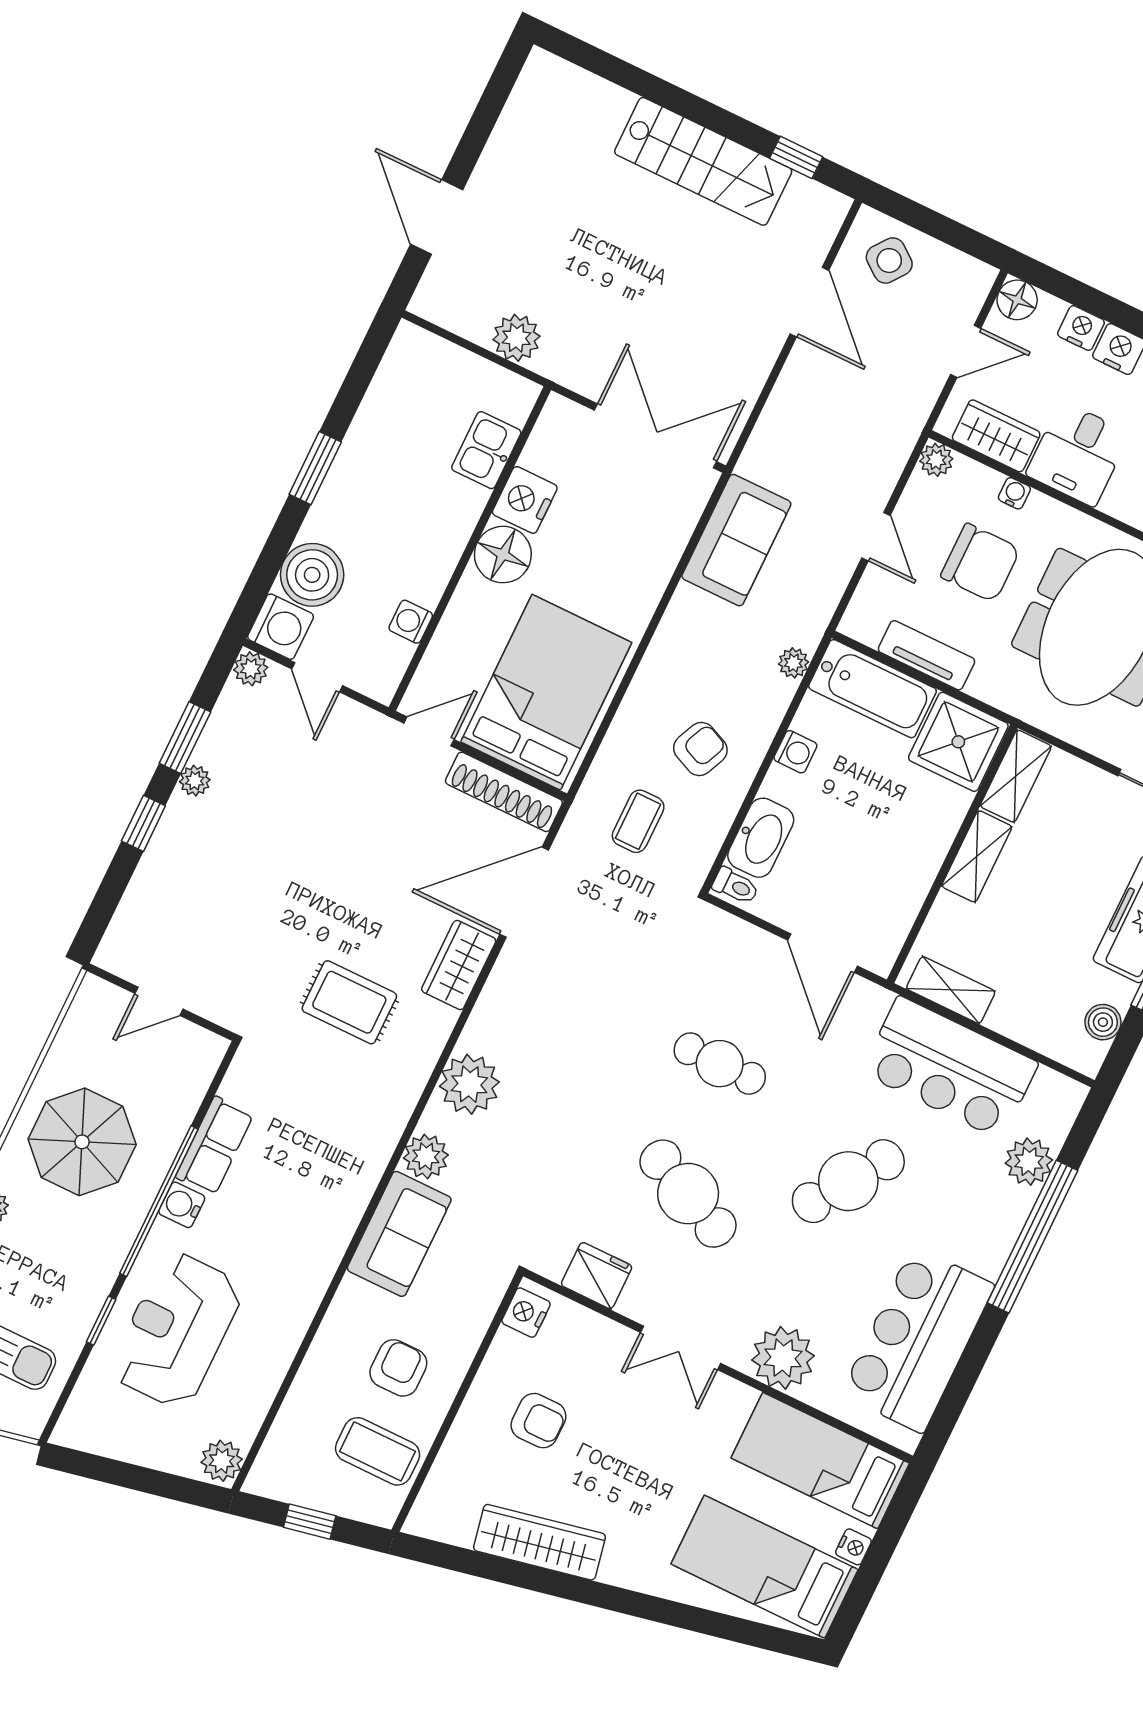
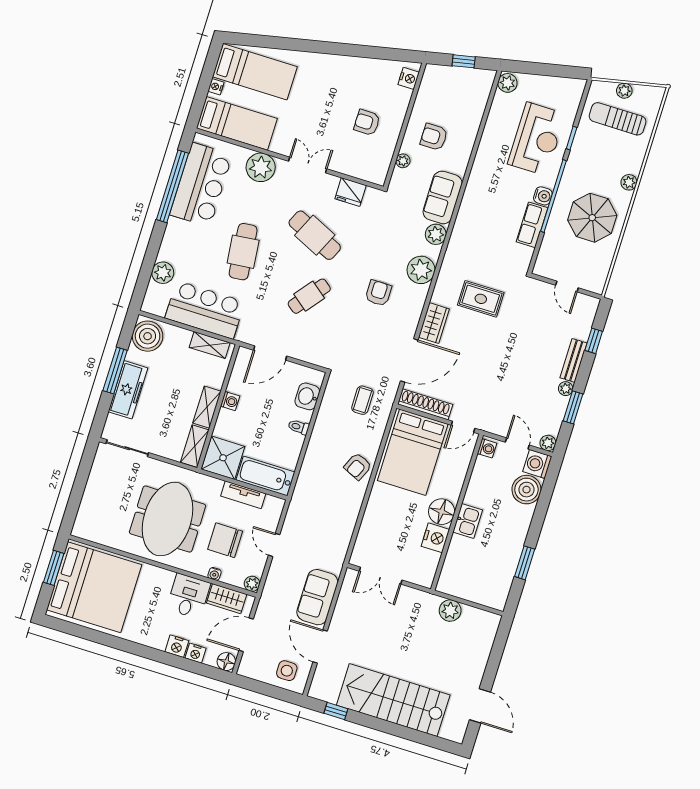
stairs: (703, 161) -> (393, 700), width x1.36, depth x1.51
door: (437, 217) -> (480, 706), moved
side table: (889, 261) -> (287, 671), turned -37
door: (966, 351) -> (246, 635), width x1.38
double door: (655, 436) -> (381, 576), width x0.73
kitchen sink: (486, 450) -> (468, 521), moved
window: (315, 468) -> (525, 563), moved
sofa: (736, 540) -> (317, 597), moved
washing machine: (411, 622) -> (487, 448), moved
plant: (794, 663) -> (403, 161), moved
armchair: (700, 749) -> (358, 466), moved
washing machine: (795, 752) -> (230, 401), moved, turned 180
window: (143, 823) -> (594, 341), moved
washbasin: (761, 838) -> (307, 396), width x0.72
bench: (169, 839) -> (574, 360), added
toilet: (736, 886) -> (299, 427), moved
door: (823, 953) -> (270, 353), swing flipped
door: (159, 1001) -> (567, 286), swing flipped
boiler: (1103, 1022) -> (148, 336), width x1.86, depth x1.86
armchair: (569, 1048) -> (378, 293), added
cafe table: (720, 1064) -> (309, 296), turned -52
cafe table: (848, 1181) -> (243, 252), turned -40
window: (1033, 1237) -> (172, 186), moved
nightstand: (526, 1313) -> (409, 78), moved
armchair: (398, 1368) -> (434, 137), turned 90
coffee table: (378, 1451) -> (438, 98), removed
wardrobe: (540, 1542) -> (358, 68), removed

